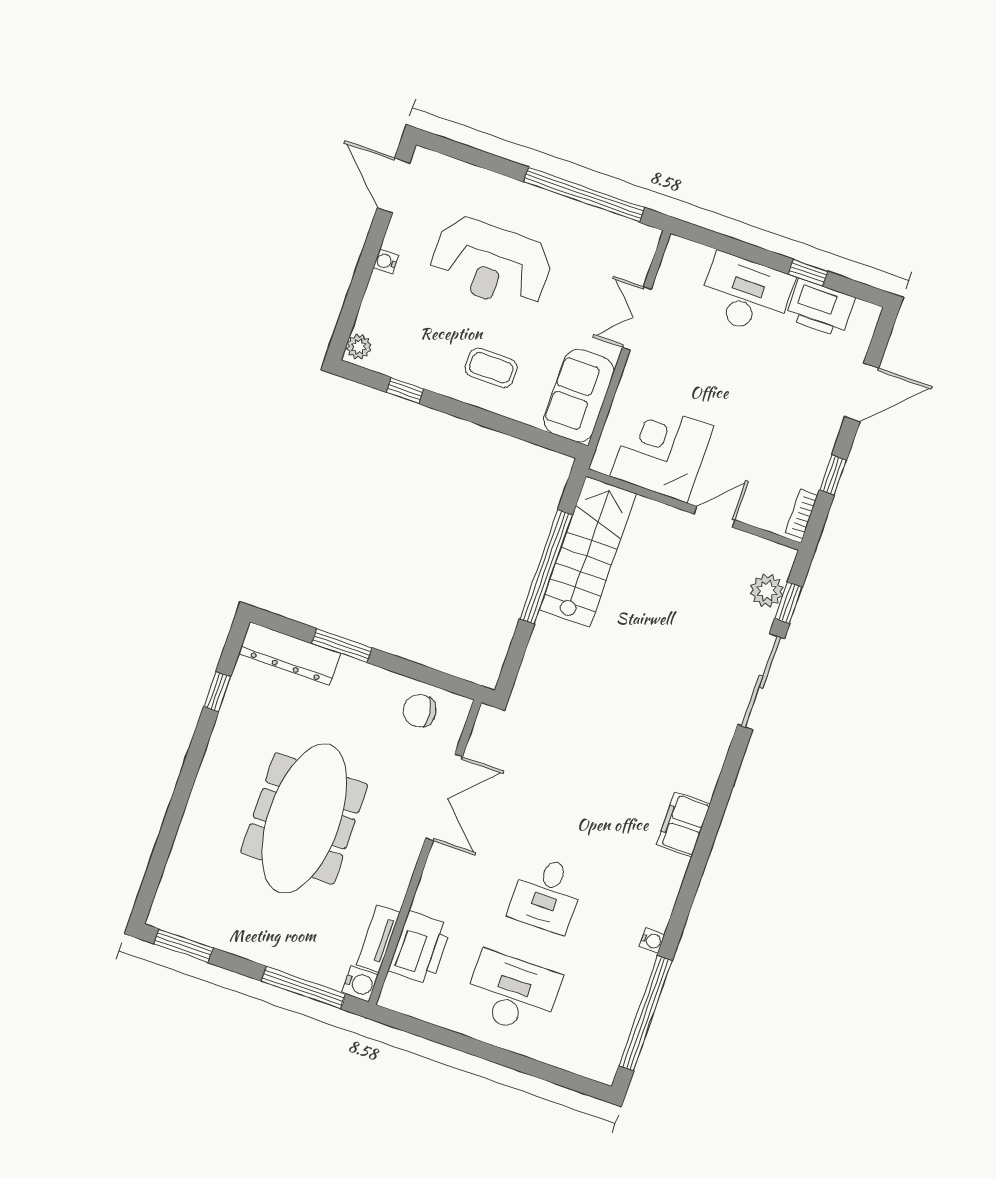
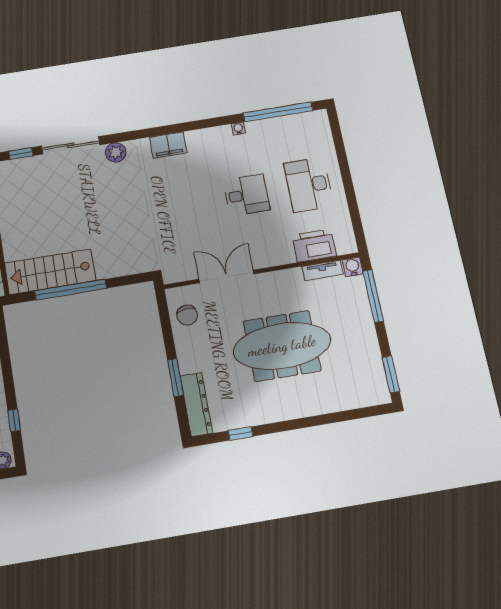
plant: (767, 591) -> (116, 152), moved

